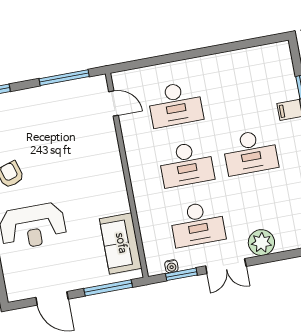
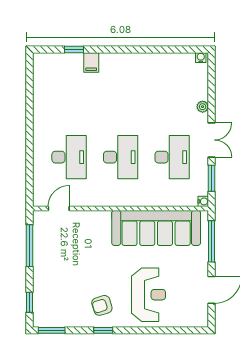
desk: (250, 152) -> (121, 102), removed
sofa: (121, 243) -> (156, 228), width x1.85, depth x1.27
plant: (261, 243) -> (203, 107), width x0.53, depth x0.53
water cooler: (171, 266) -> (203, 201), moved

